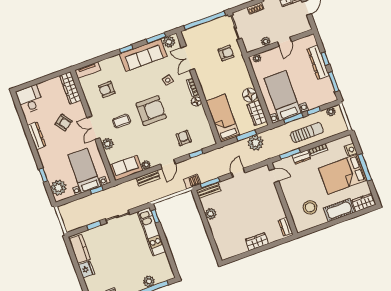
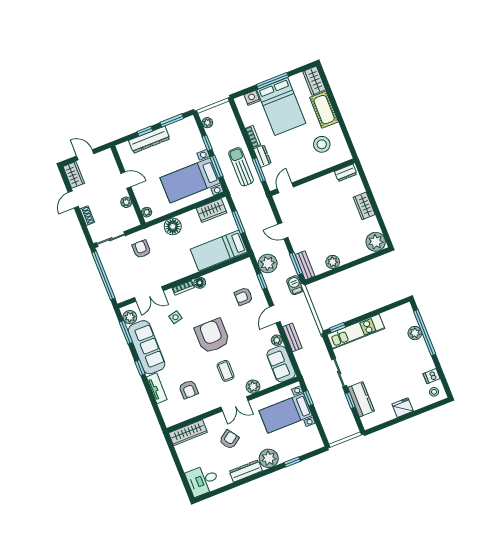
tv unit: (88, 70) -> (157, 388), moved
floor lamp: (250, 95) -> (173, 226), moved
sun lounger: (307, 133) -> (241, 167), moved
plant: (256, 143) -> (268, 264), moved
door: (168, 164) -> (275, 314), swing flipped
plant: (58, 188) -> (269, 458), moved
kitchen counter: (80, 249) -> (361, 399), moved, turned 90
plant: (227, 251) -> (376, 242), added

